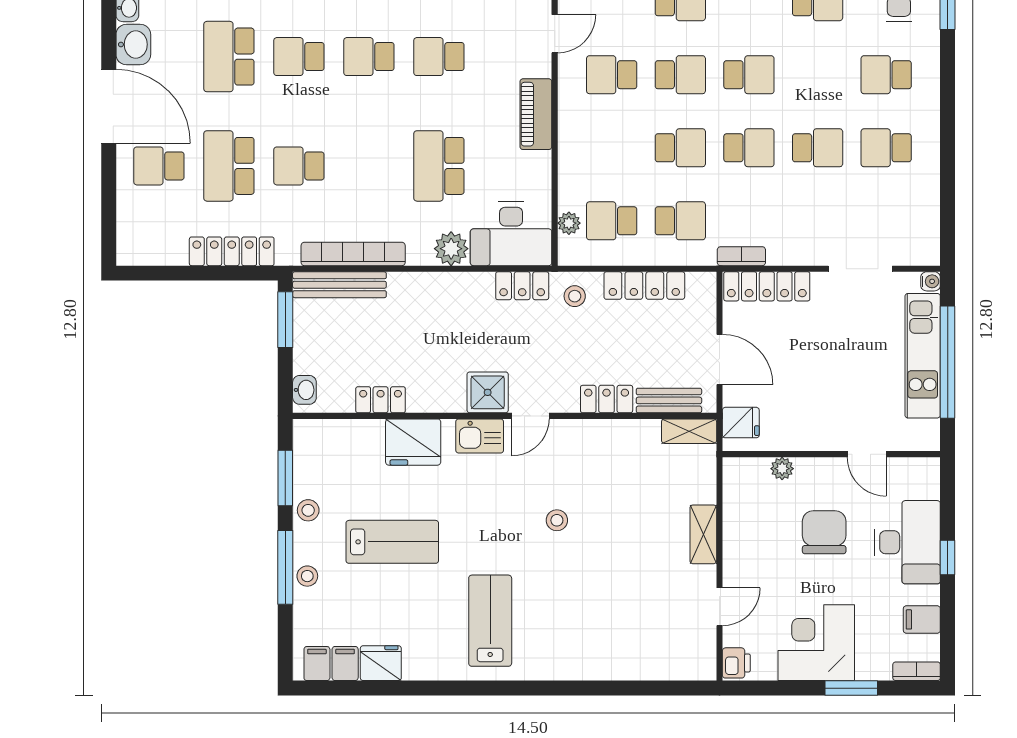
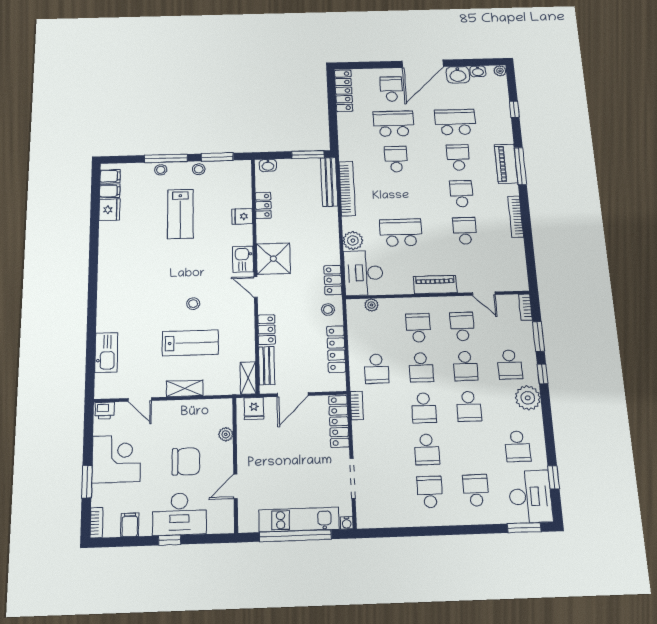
school desk: (612, 221) -> (418, 328), moved
locker: (232, 251) -> (344, 91), moved
shower: (488, 392) -> (273, 259), width x1.36, depth x1.36
fridge: (413, 442) -> (242, 216), width x0.53, depth x0.75
lab bench: (490, 621) -> (190, 343), moved
kitchen sink: (638, 663) -> (106, 352), added

